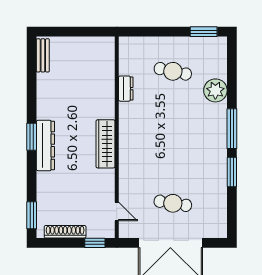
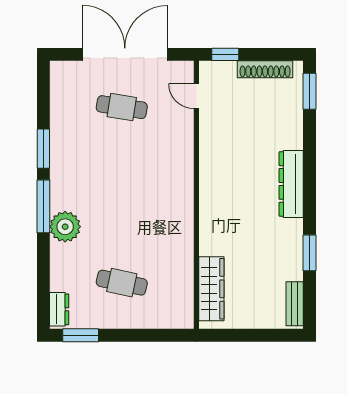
dresser: (126, 89) -> (59, 309), moved, turned 180
plant: (215, 90) -> (65, 227), moved
window: (32, 137) -> (309, 253), moved
wardrobe: (105, 144) -> (211, 289), moved

